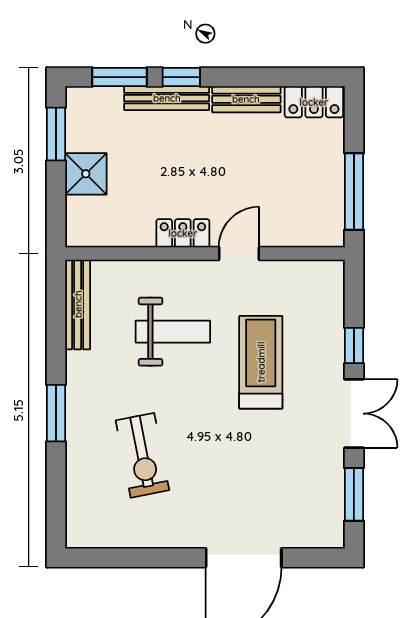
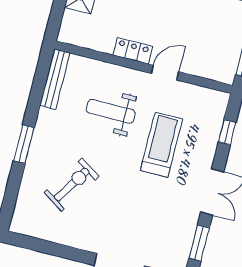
weight bench: (173, 332) -> (111, 111), turned 180
window: (354, 346) -> (227, 132), moved
exercise bike: (142, 455) -> (72, 185), turned -136

